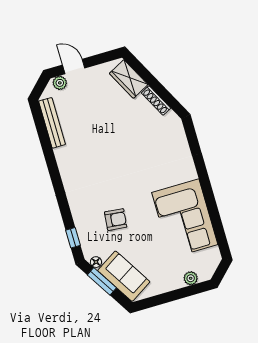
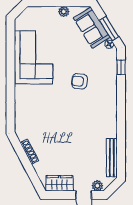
wardrobe: (129, 79) -> (60, 183), moved, turned -62
armchair: (116, 220) -> (80, 81), moved
plant: (191, 278) -> (64, 12), moved

